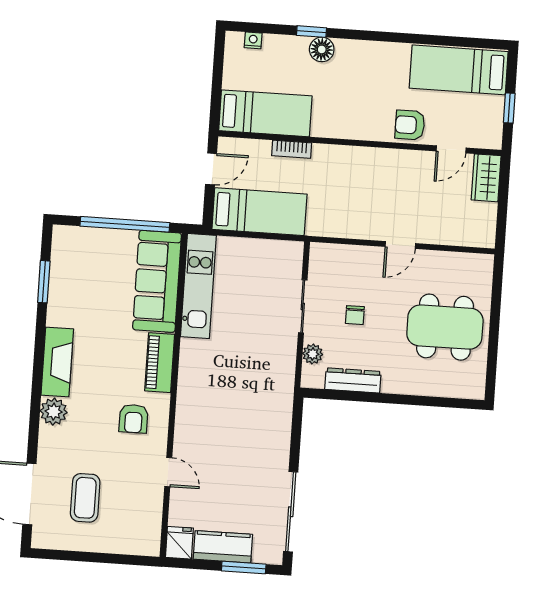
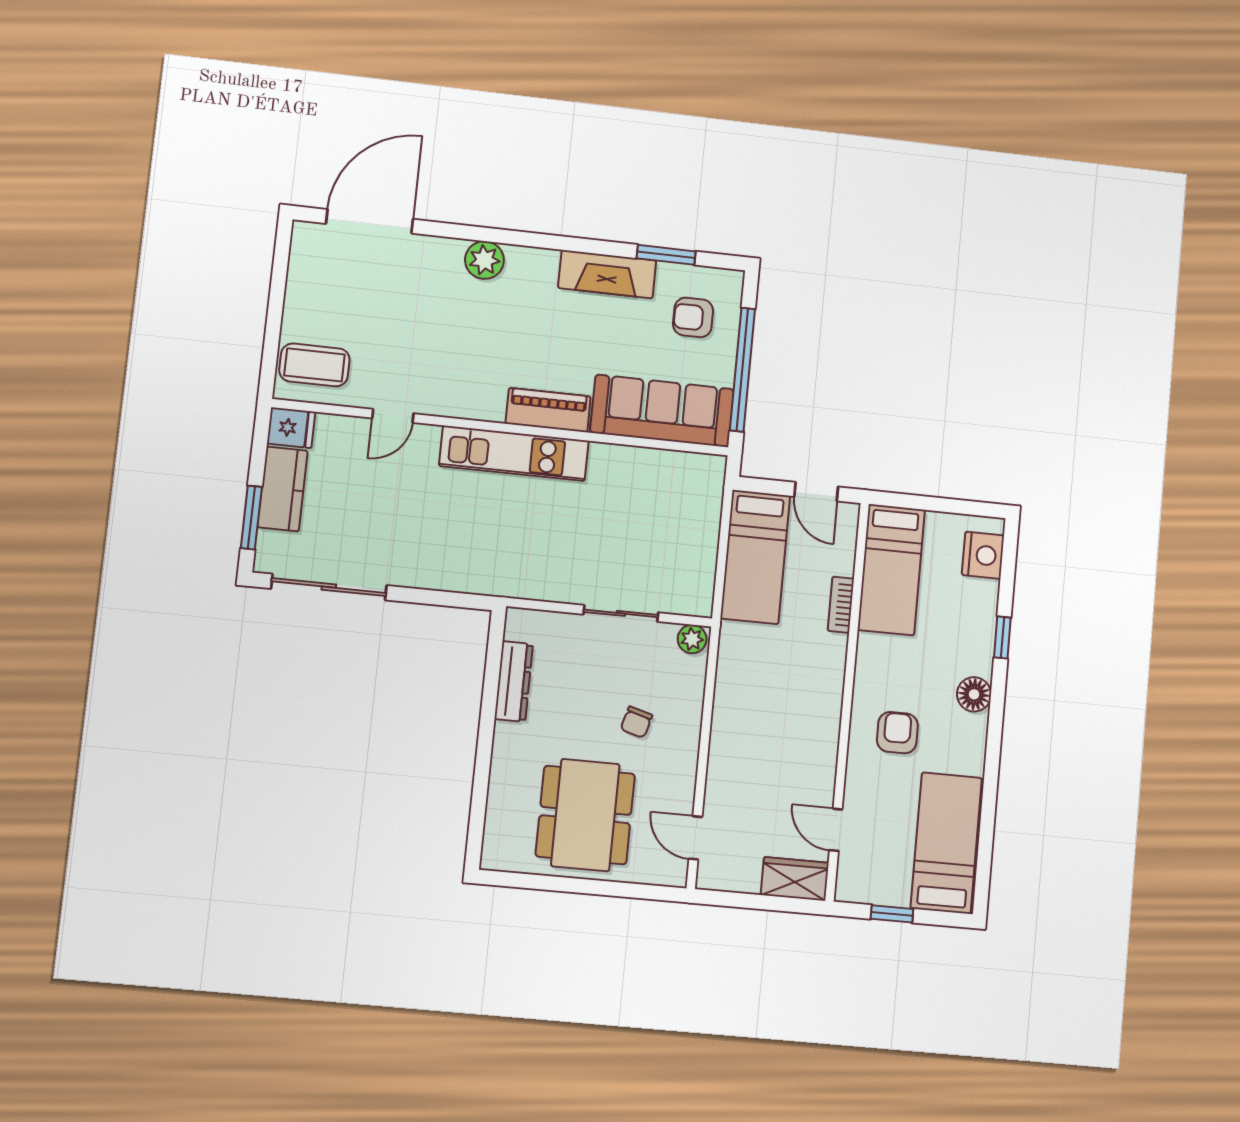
nightstand: (253, 40) -> (983, 555), width x1.89, depth x1.79
floor lamp: (322, 49) -> (974, 694), moved
armchair: (410, 125) -> (897, 733), moved
door: (400, 245) -> (695, 838), moved
kitchen unit: (198, 286) -> (514, 453), moved
chair: (355, 315) -> (636, 722), moved, turned -74
plant: (313, 354) -> (692, 639), moved
fireplace: (57, 362) -> (607, 274), moved
armchair: (133, 419) -> (693, 317), moved
coffee table: (85, 498) -> (314, 365), moved

